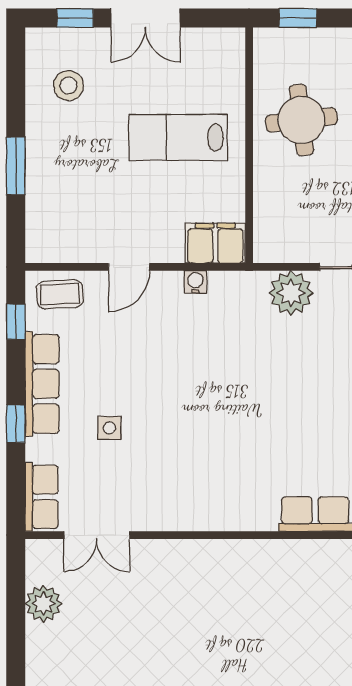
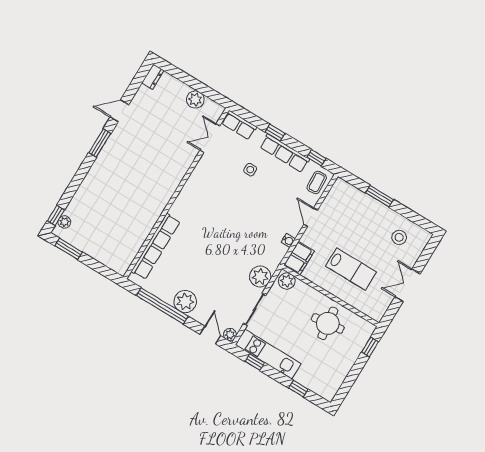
window: (75, 18) -> (425, 257), removed
lab bench: (178, 137) -> (351, 269), turned 90
plant: (270, 240) -> (287, 281), added

